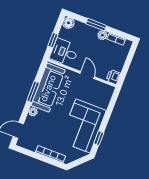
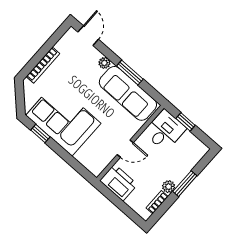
floor lamp: (68, 23) -> (200, 150), removed
printer: (113, 77) -> (119, 183), width x1.87, depth x1.48

